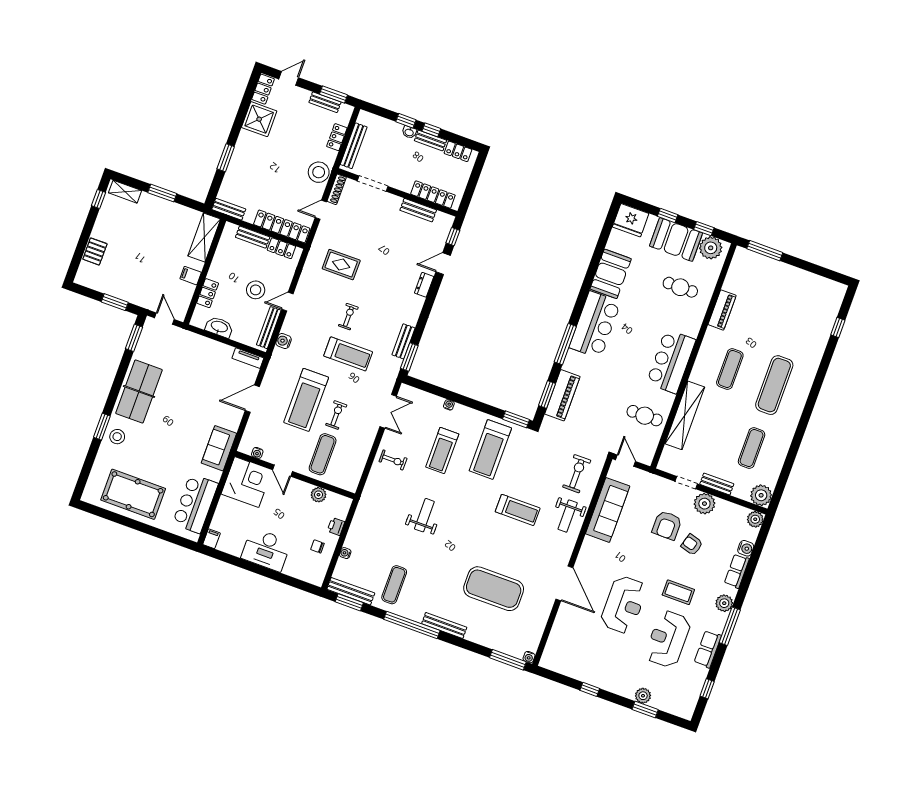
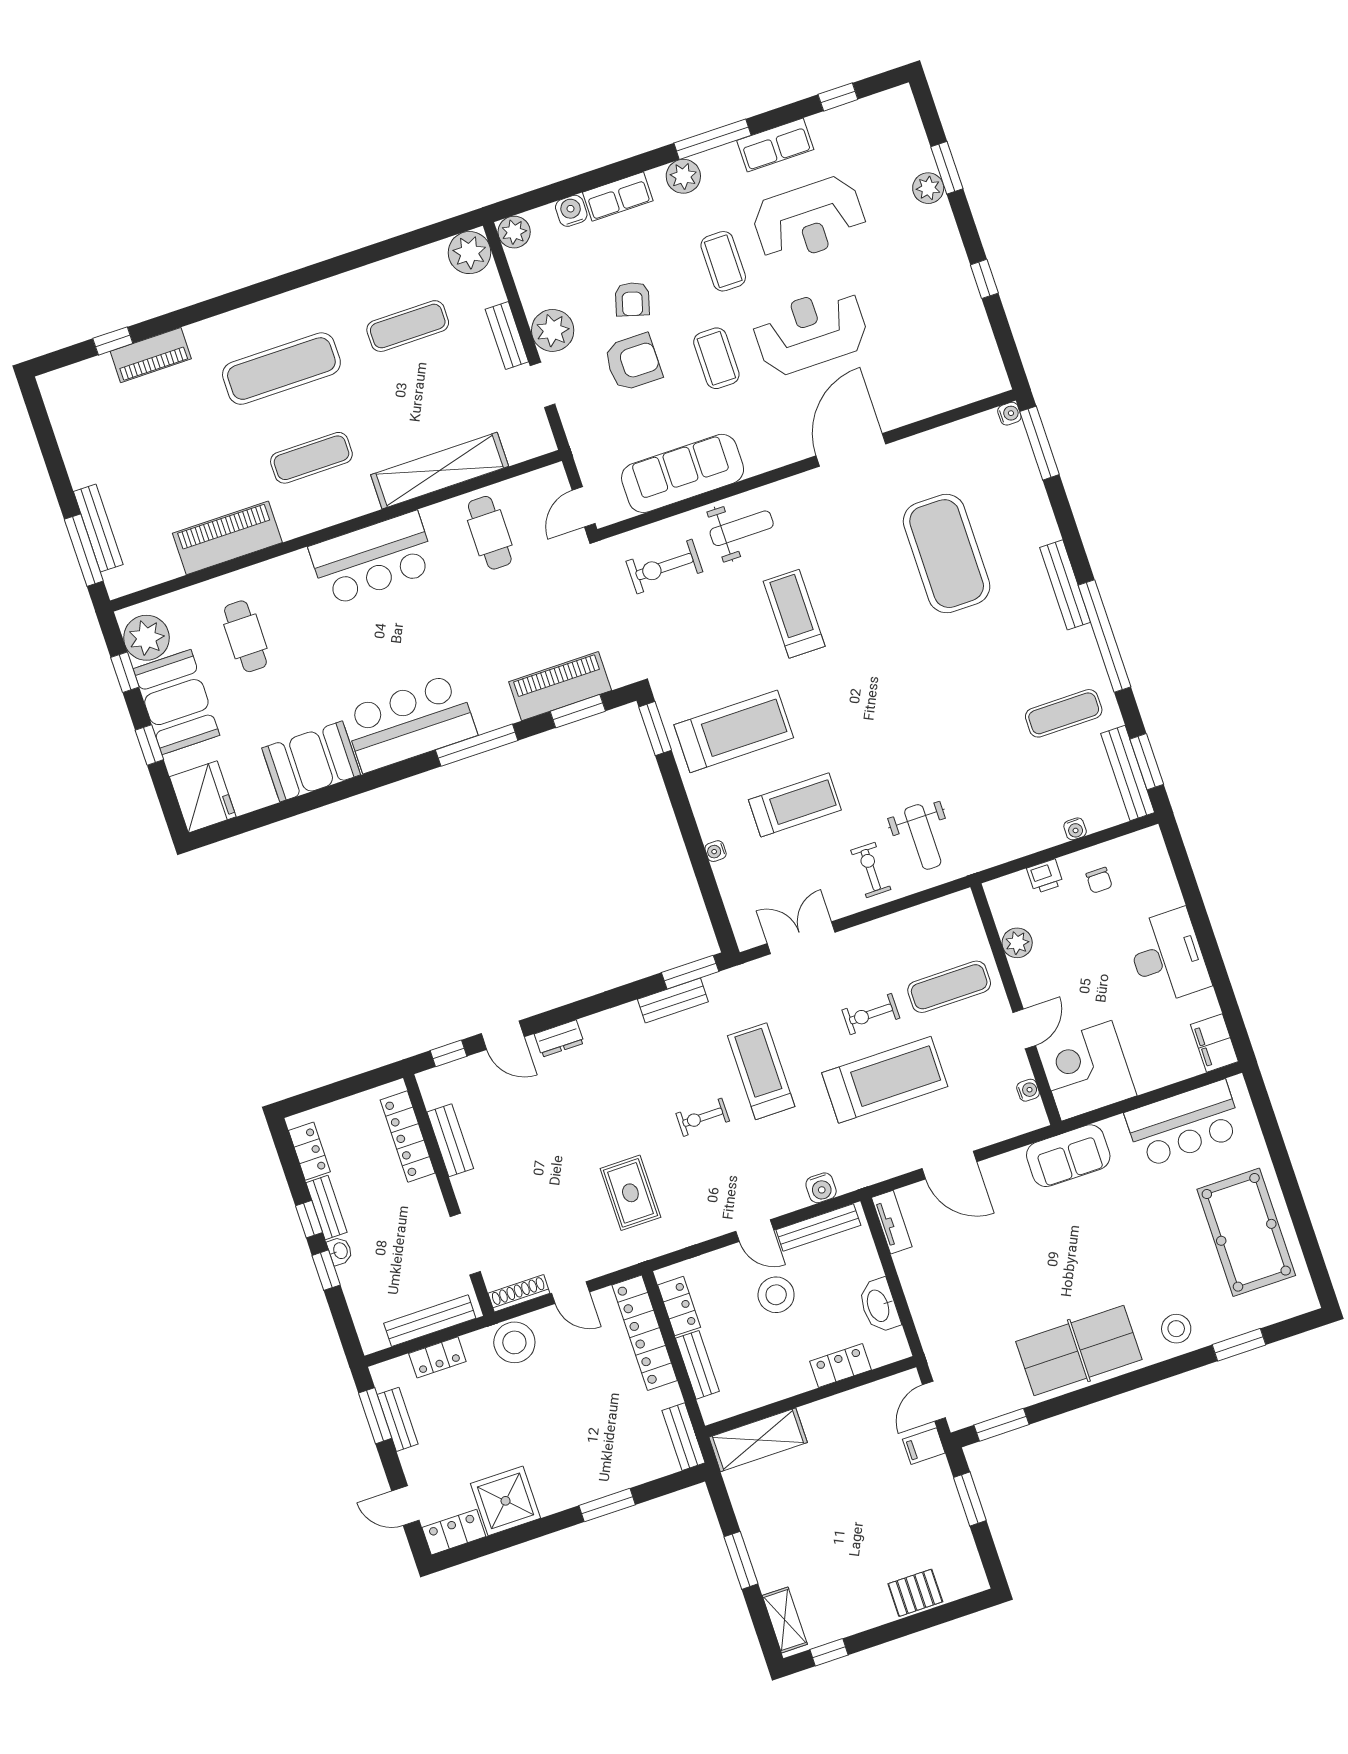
bench: (769, 263) -> (98, 528), added
filing cabinet: (191, 276) -> (924, 1446), moved, turned 90
piano: (722, 310) -> (227, 538), width x1.37, depth x1.33
piano: (820, 338) -> (151, 355), added
window: (102, 427) -> (1239, 1345), moved
weight bench: (424, 515) -> (923, 837), moved, turned -90
filing cabinet: (211, 539) -> (1214, 1043), width x2.00
coffee table: (642, 559) -> (716, 358), added

